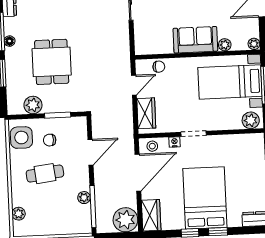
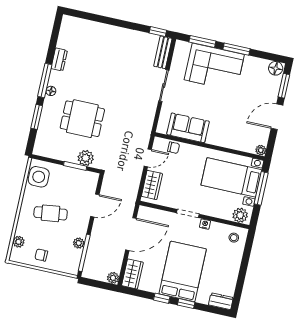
sofa: (195, 40) -> (188, 128), moved
plant: (225, 45) -> (235, 144), removed
dining table: (52, 62) -> (82, 119), turned 90
plant: (33, 105) -> (86, 158), moved
chair: (50, 140) -> (41, 255), moved
nightstand: (174, 142) -> (205, 224), moved
stool: (152, 146) -> (234, 238), moved
plant: (125, 220) -> (113, 278), width x0.53, depth x0.53

